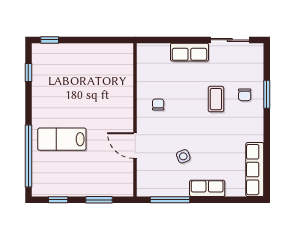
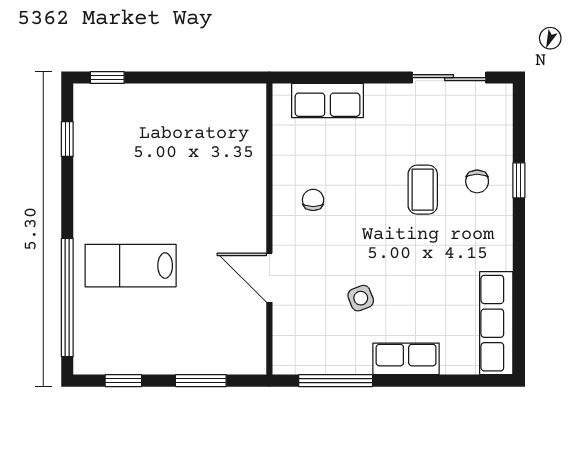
row of seats: (189, 52) -> (328, 101), moved
window: (267, 94) -> (519, 180), width x0.67

